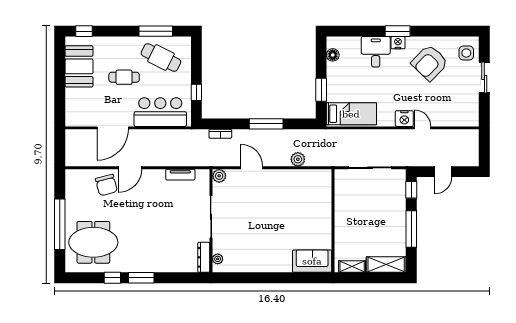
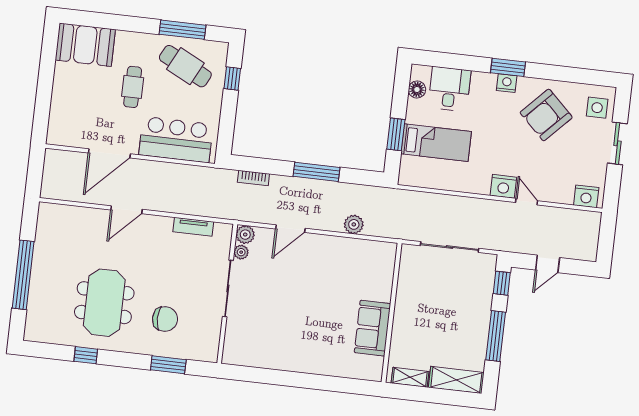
window: (84, 31) -> (86, 19), removed
desk: (376, 52) -> (449, 89), moved
booth: (79, 66) -> (85, 45), moved, turned 90
cafe table: (124, 77) -> (133, 87), turned 90
window: (196, 92) -> (232, 79), moved
bed: (351, 114) -> (436, 143), moved
nightstand: (466, 119) -> (586, 196), added
door: (252, 168) -> (290, 229), swing flipped
chair: (106, 185) -> (165, 319), moved, turned -75
meeting table: (93, 242) -> (104, 303), moved, turned 90
dresser: (204, 257) -> (212, 342), removed
plant: (218, 259) -> (241, 252), moved
sofa: (312, 261) -> (373, 328), moved, turned -90
window: (141, 278) -> (168, 365), moved

